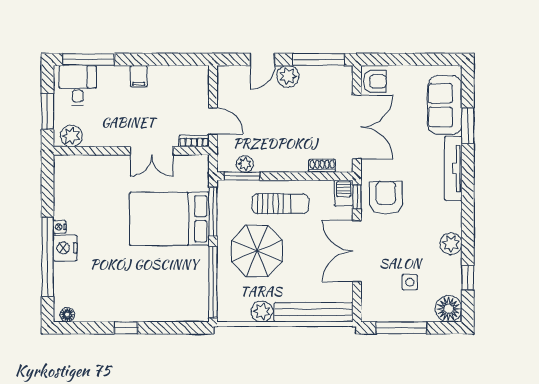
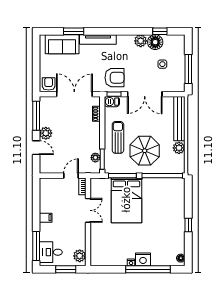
armchair: (386, 198) -> (114, 78), turned 180
floor lamp: (449, 309) -> (155, 42), moved

